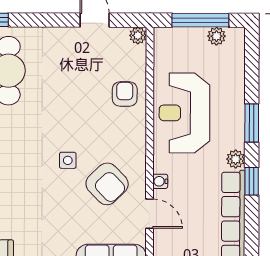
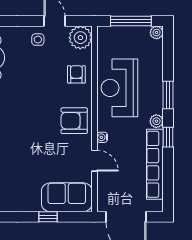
plant: (138, 35) -> (80, 38), width x1.87, depth x1.87
plant: (217, 36) -> (157, 33), moved
side table: (68, 160) -> (38, 40), moved
armchair: (107, 184) -> (74, 121), moved, turned 134

